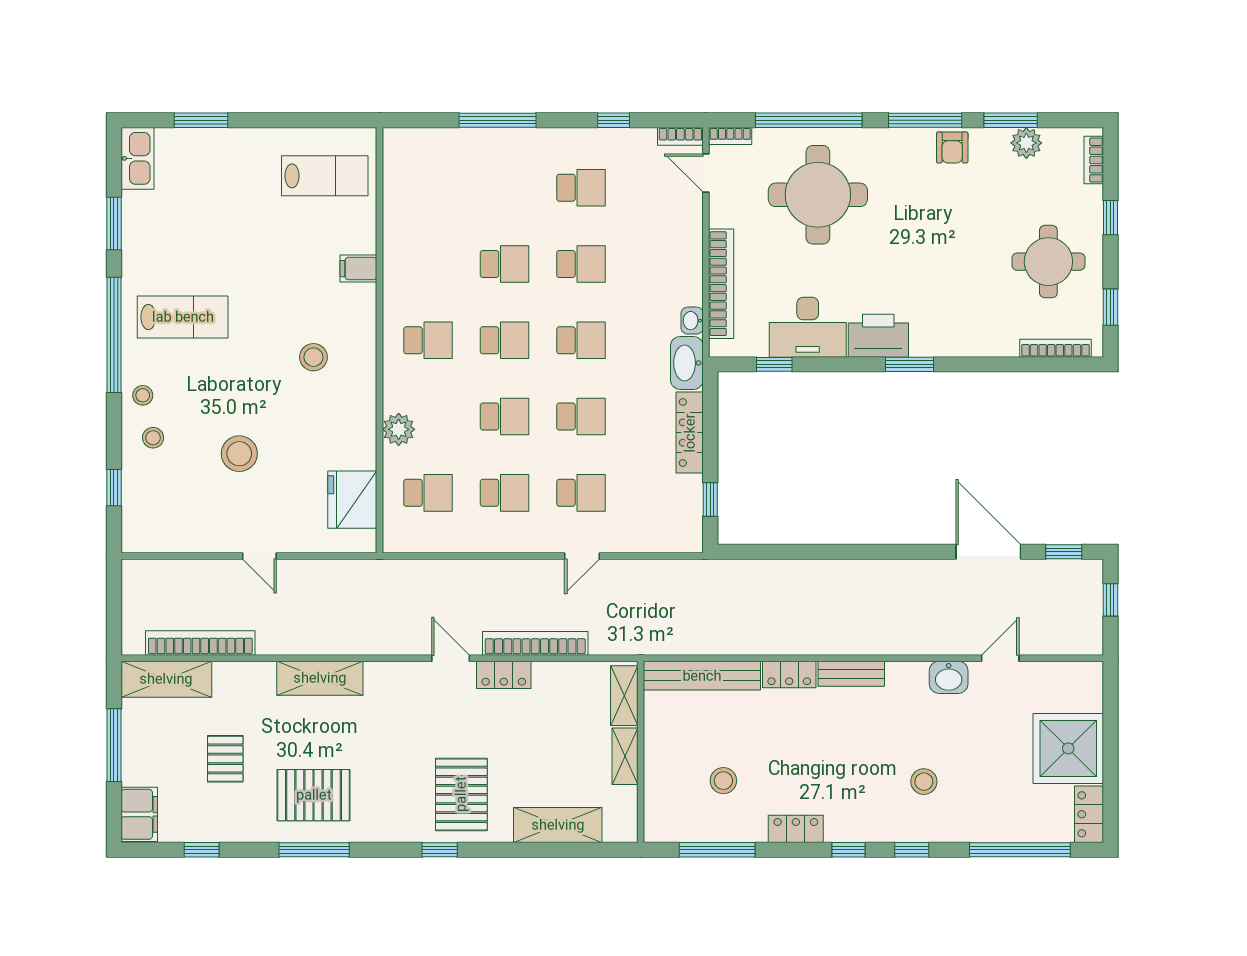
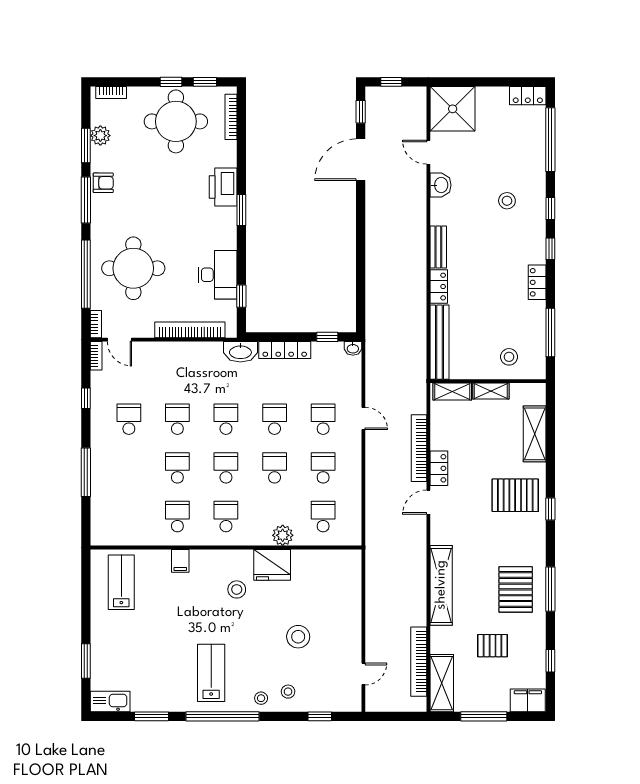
door: (706, 173) -> (119, 340), hinge flipped
window: (1110, 218) -> (171, 82), moved
round table: (1048, 262) -> (176, 121), width x1.36, depth x1.36
school desk: (428, 264) -> (177, 517), added
washbasin: (692, 321) -> (353, 348), moved
printer: (878, 336) -> (223, 187), moved
fridge: (352, 500) -> (272, 565), moved
door: (259, 556) -> (363, 674), moved
shelving: (320, 678) -> (441, 585), width x1.47
shower: (1068, 748) -> (453, 109), moved
stool: (723, 781) -> (509, 357), moved

